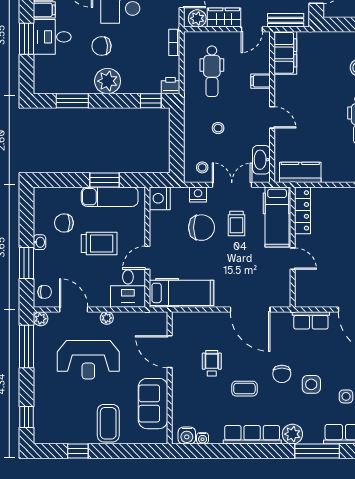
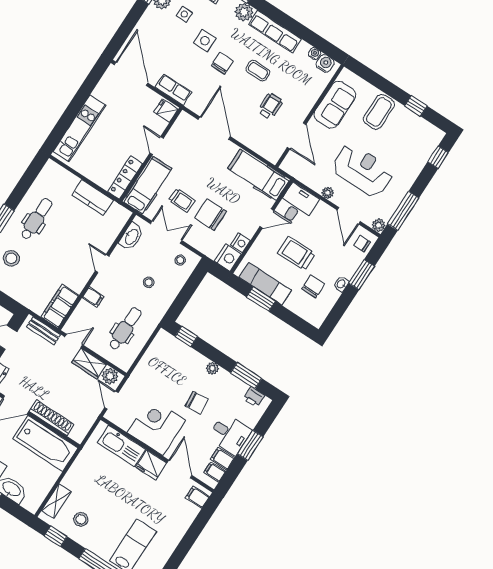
bookcase: (174, 42) -> (139, 369), removed
plant: (108, 81) -> (212, 368), width x0.53, depth x0.53
printer: (170, 86) -> (254, 397), moved
kitchen counter: (300, 172) -> (93, 198), moved
double door: (232, 185) -> (166, 232), swing flipped
nightstand: (198, 194) -> (240, 243), moved, turned -90
chair: (64, 223) -> (313, 286), turned -90
trolley: (237, 223) -> (182, 200), turned 92
fridge: (305, 296) -> (166, 111), added
wheelchair: (212, 363) -> (270, 106), turned 180

